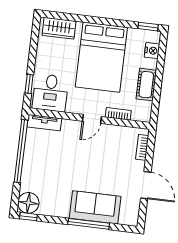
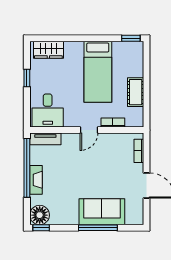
nightstand: (152, 51) -> (137, 60), removed
bed: (101, 57) -> (98, 72), width x0.67
window: (29, 84) -> (27, 78), moved
fireplace: (29, 165) -> (36, 180), added

